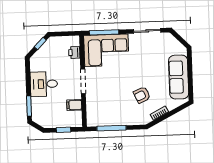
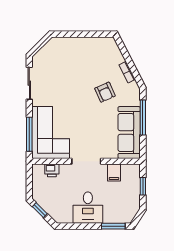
sofa: (179, 77) -> (129, 133), moved, turned 90
window: (111, 128) -> (143, 117), moved

